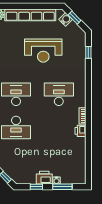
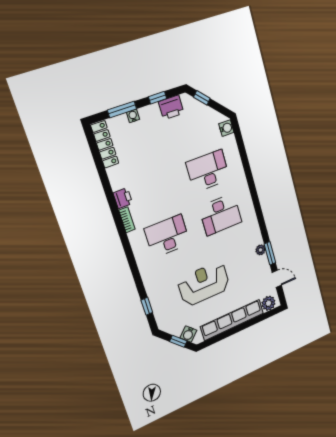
desk: (59, 94) -> (167, 236), turned 180
locker: (81, 169) -> (105, 144), added
printer: (44, 178) -> (171, 107), moved

